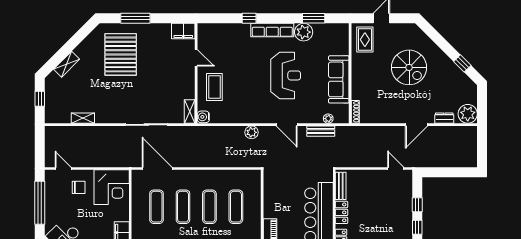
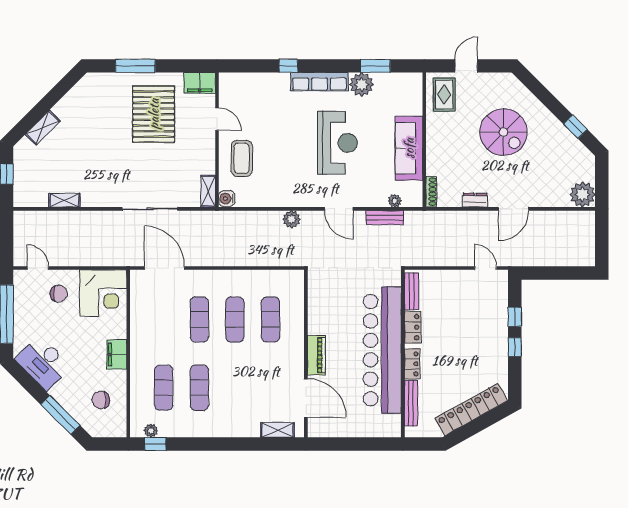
pallet: (121, 54) -> (154, 114), moved
dresser: (444, 118) -> (475, 200), moved
exercise mat: (157, 207) -> (164, 319), removed

